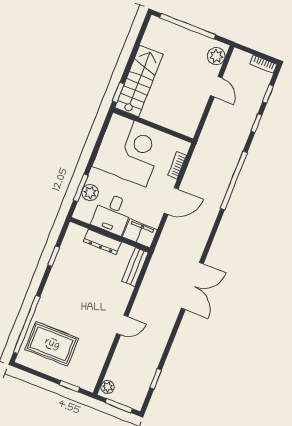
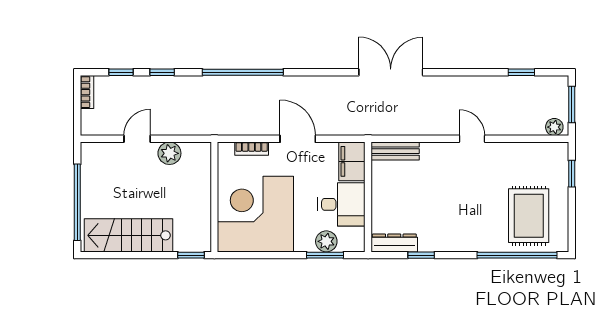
plant: (216, 56) -> (169, 153), moved
stairs: (139, 81) -> (128, 235), moved
dresser: (102, 242) -> (394, 243), moved, turned -90

